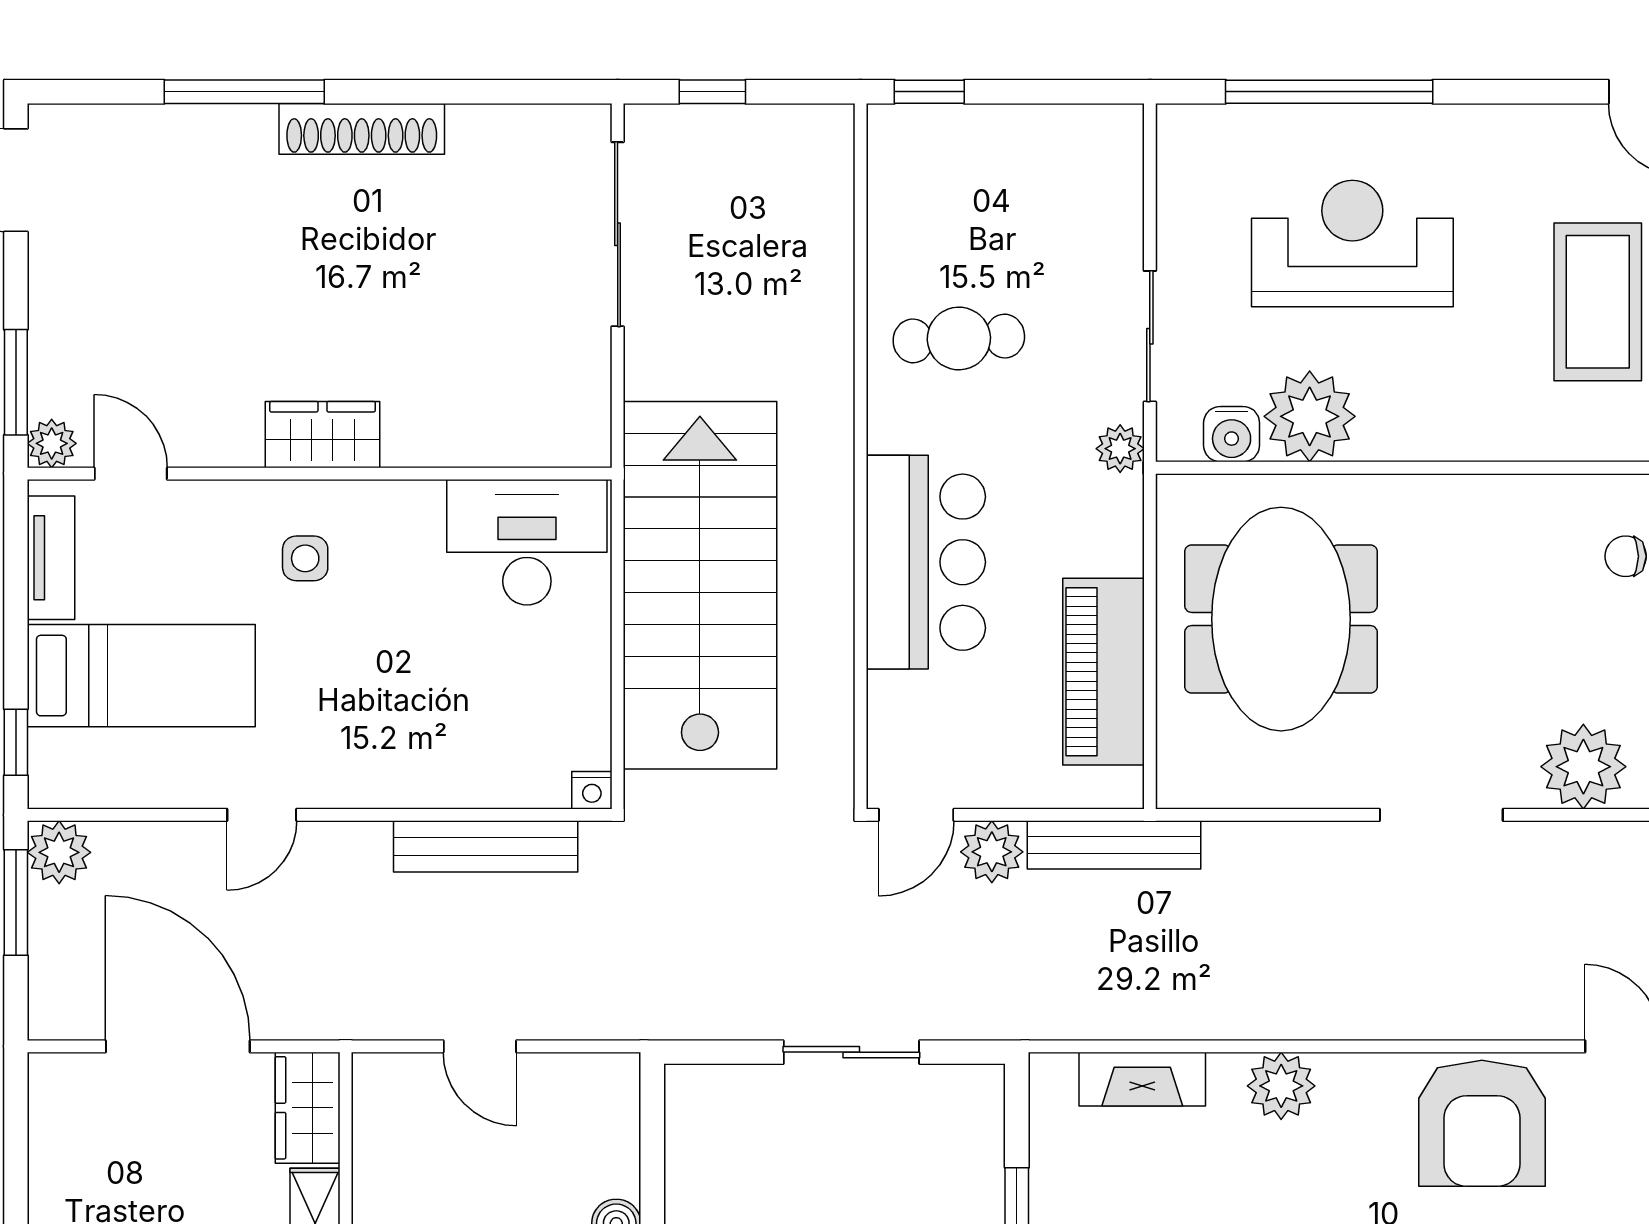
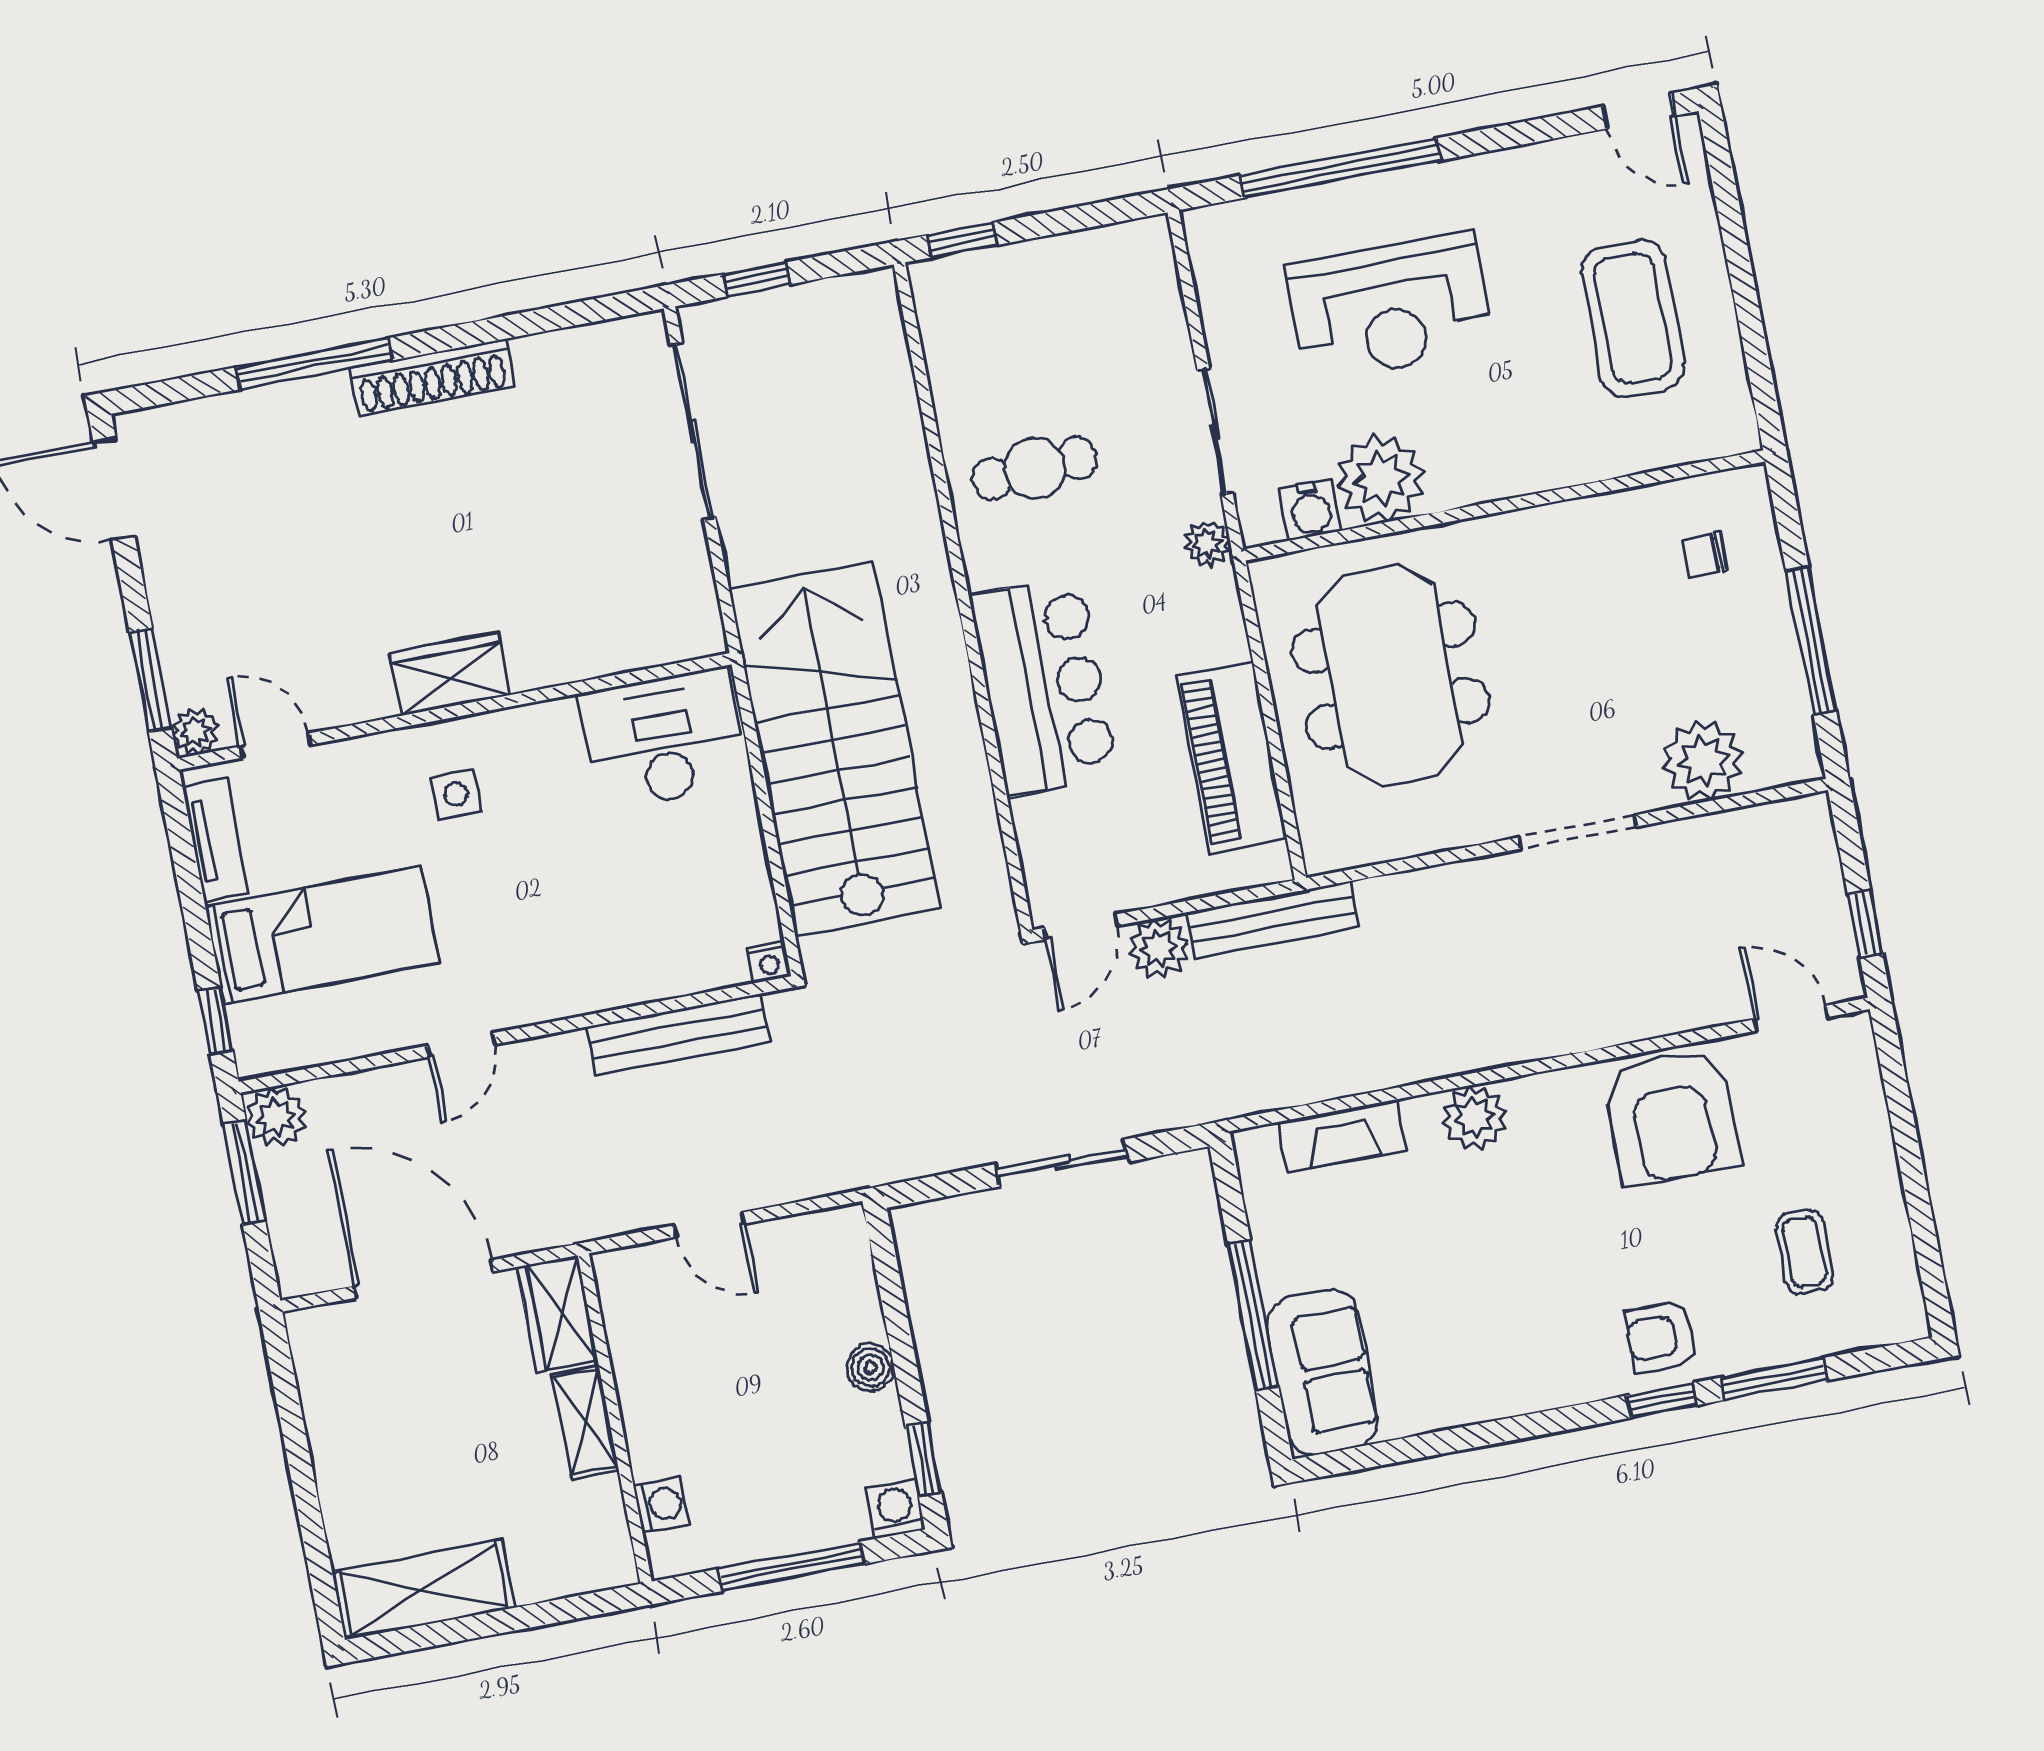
reception desk: (1352, 244) -> (1390, 307), turned 180

